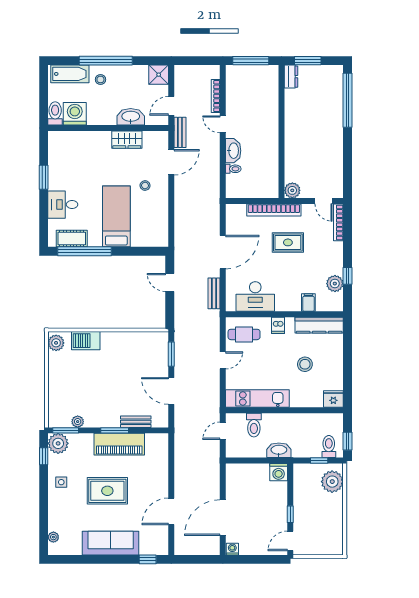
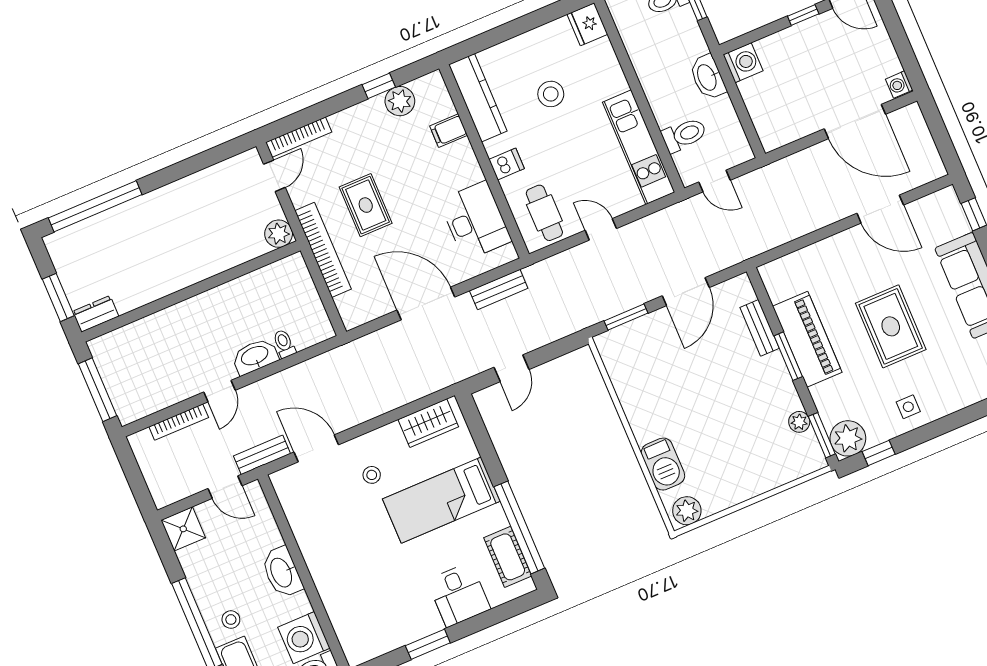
washbasin: (131, 117) -> (282, 572), moved
wardrobe: (127, 140) -> (428, 423), moved, turned 90

